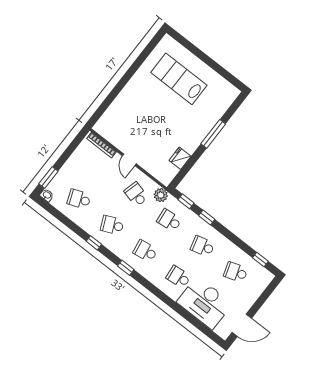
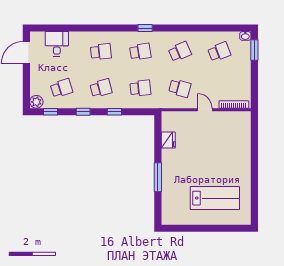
plant: (161, 195) -> (36, 102), moved
window: (186, 201) -> (83, 112), moved
window: (94, 243) -> (183, 28), removed
desk: (205, 303) -> (57, 44), width x0.53, depth x0.77

